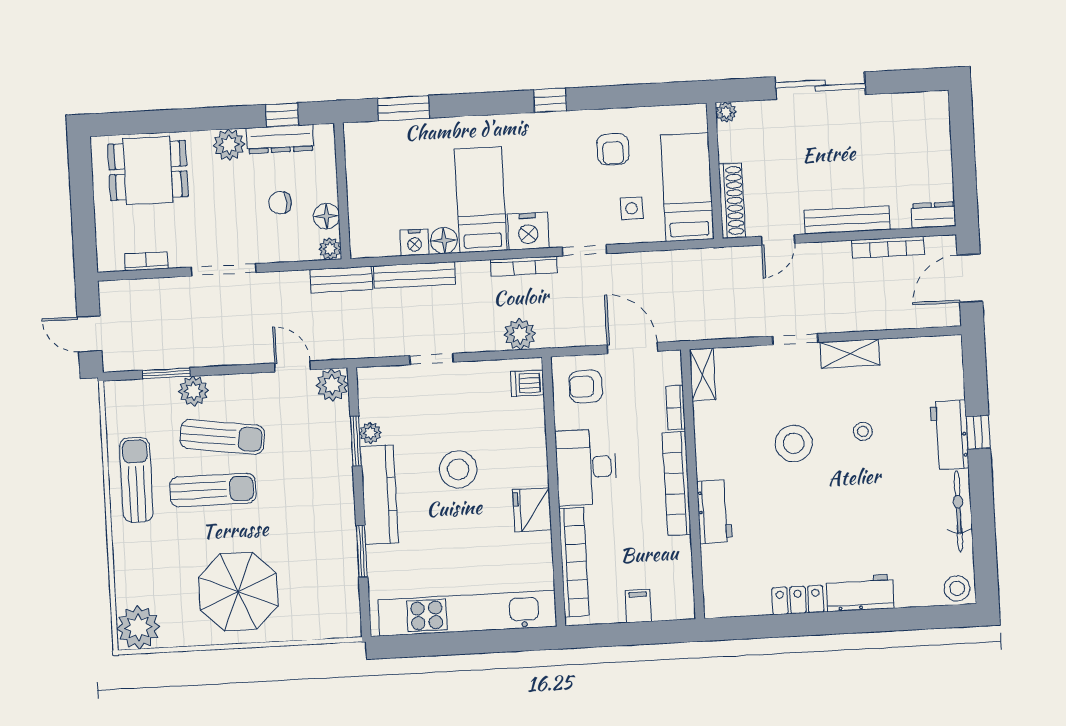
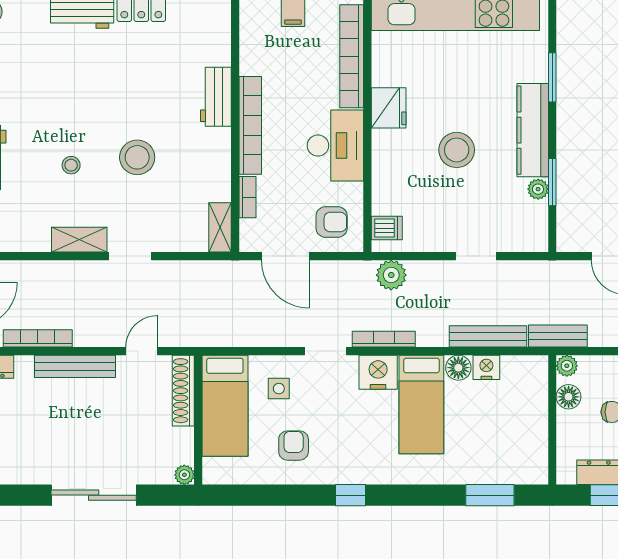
plant: (332, 385) -> (572, 237), removed

